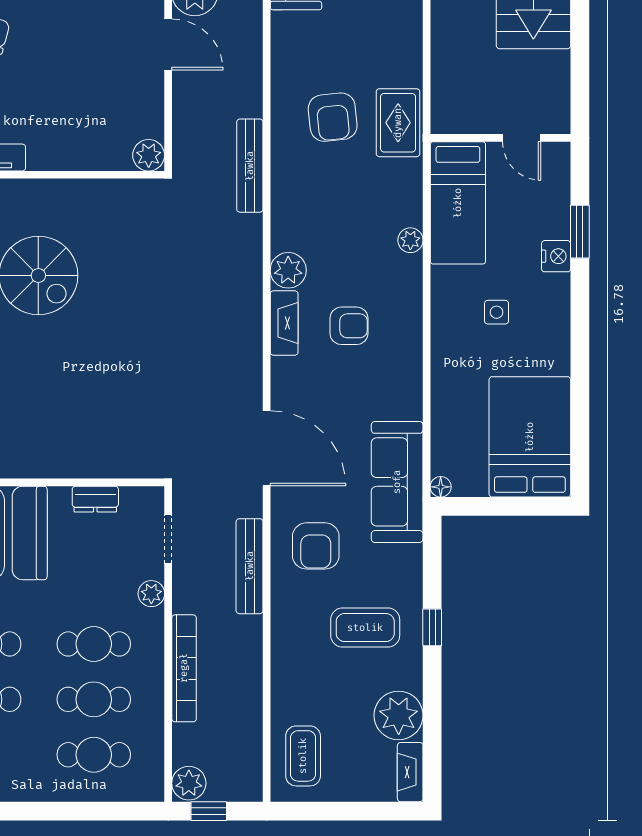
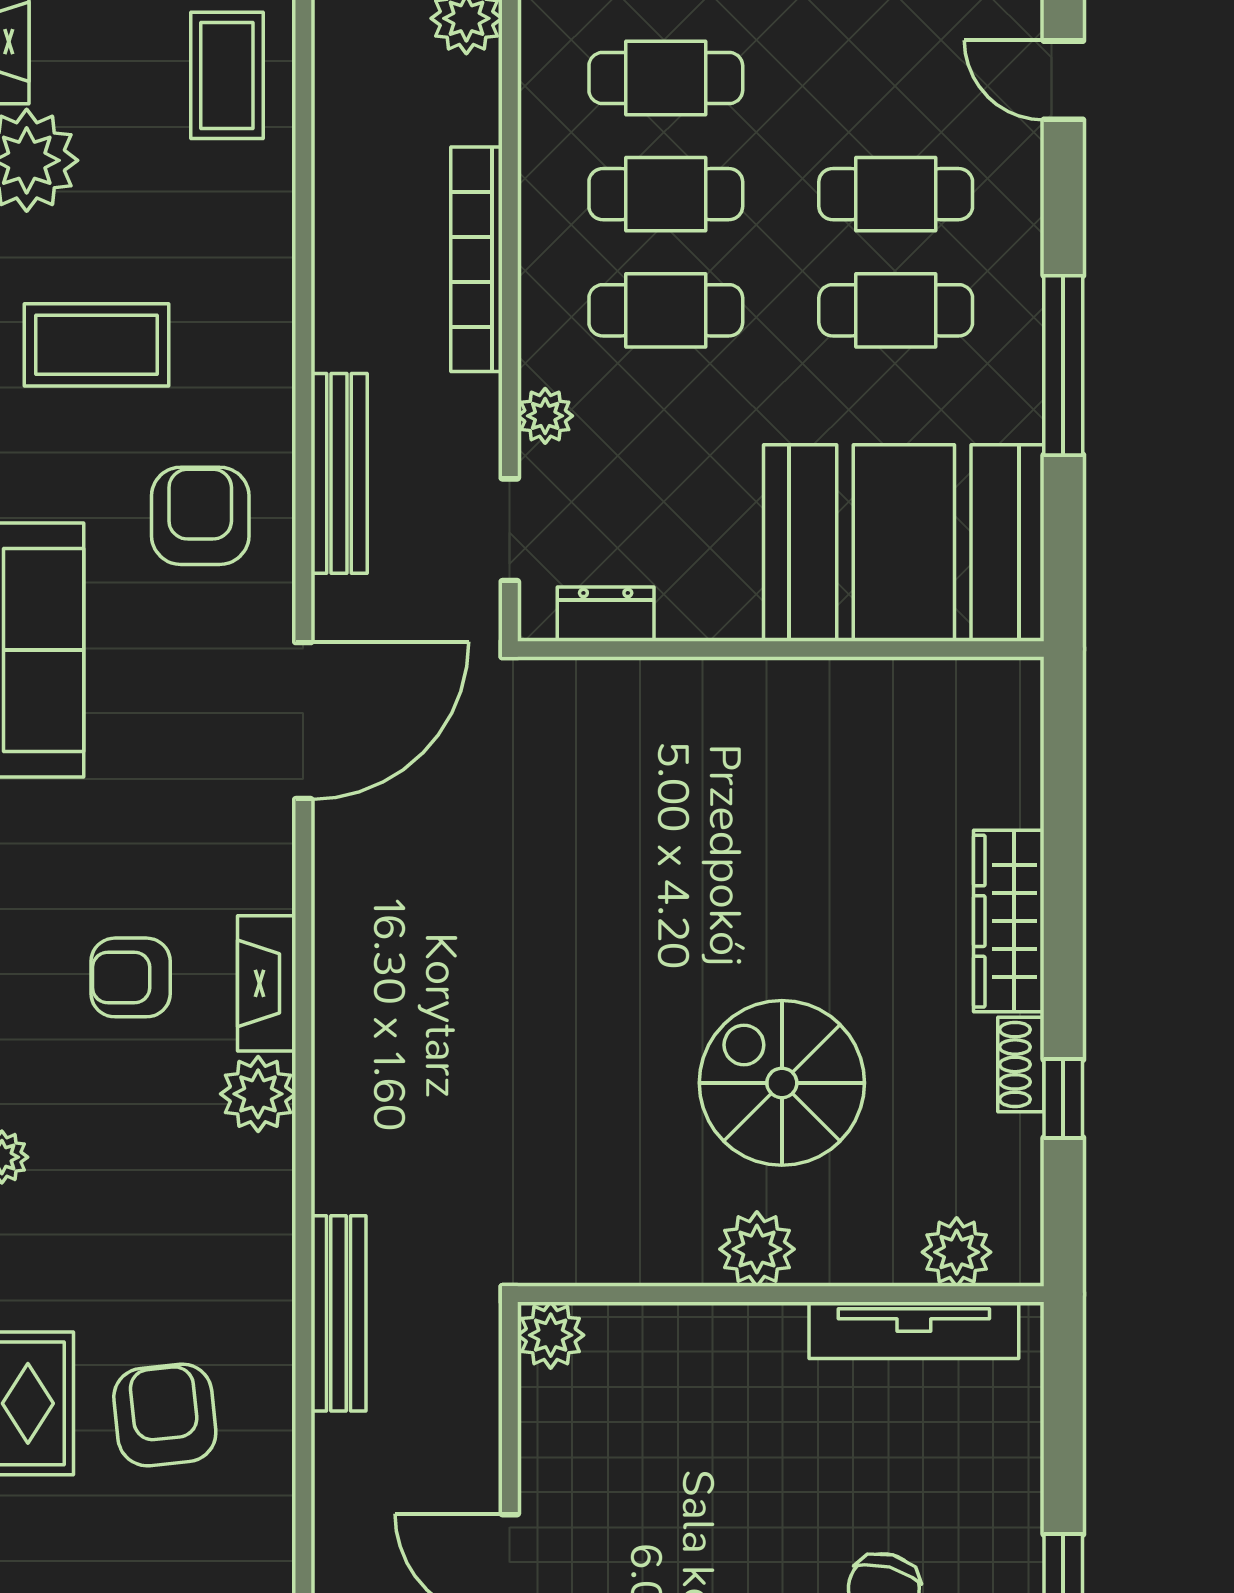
plant: (50, 196) -> (757, 1249), added
door: (267, 448) -> (303, 721), swing flipped
dresser: (95, 499) -> (606, 614), moved

